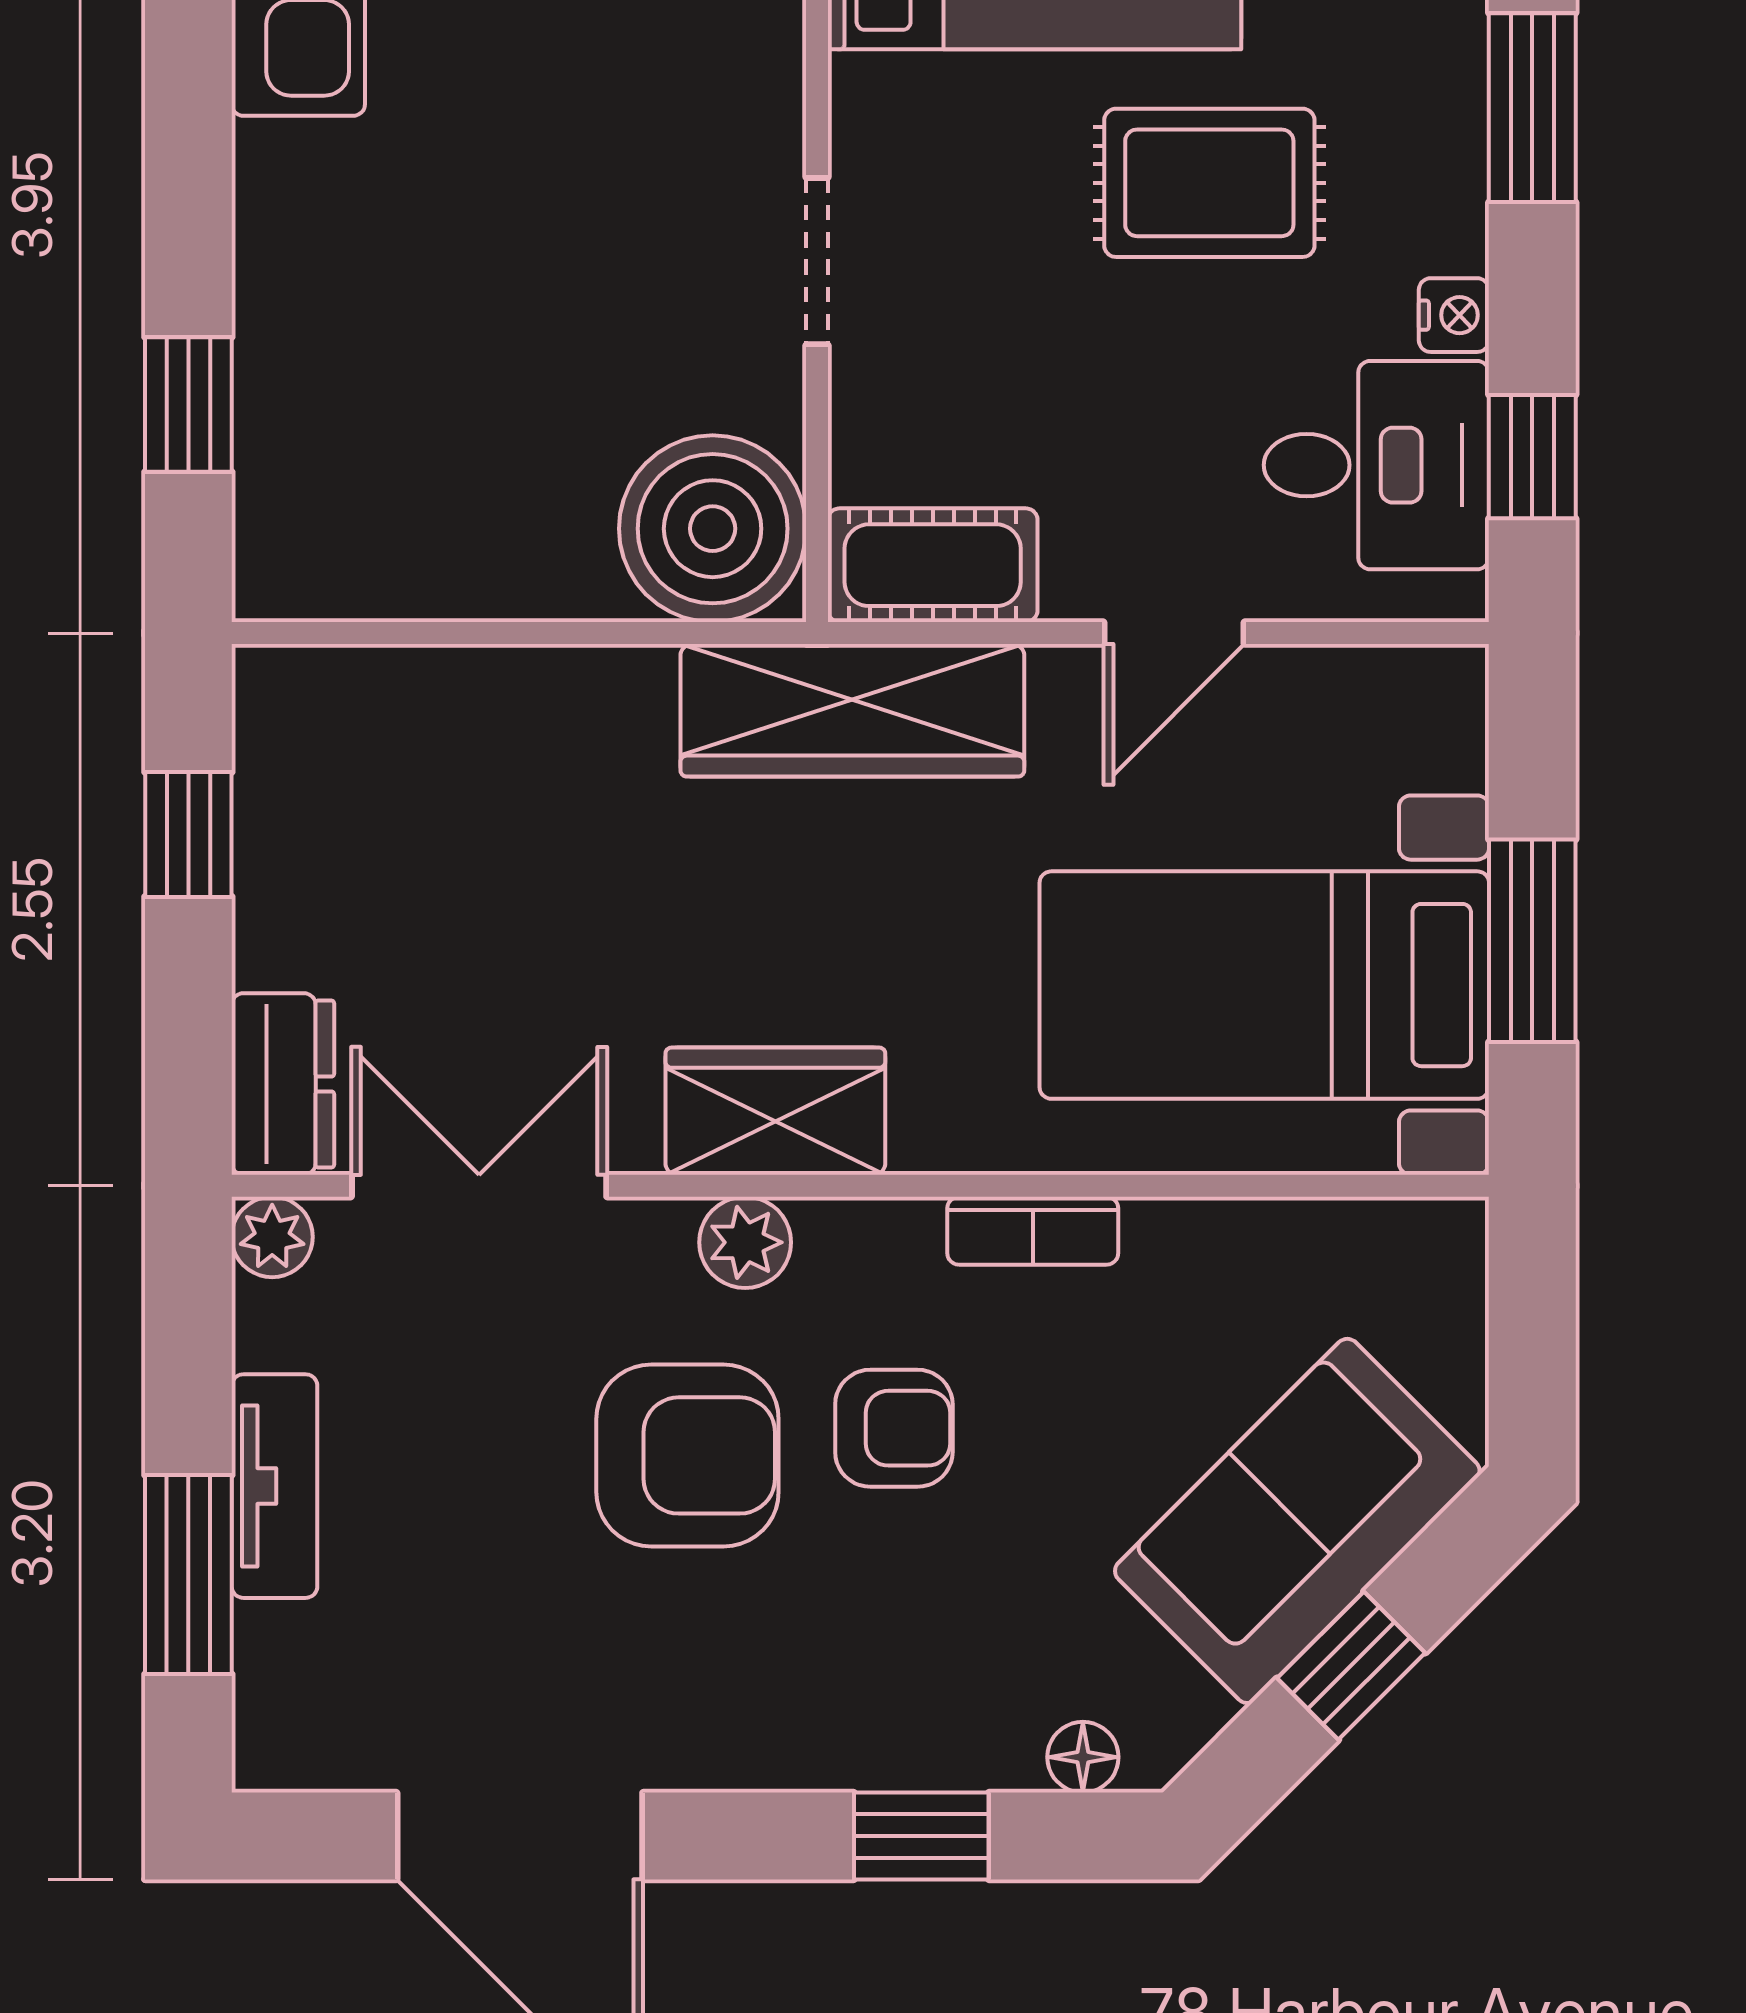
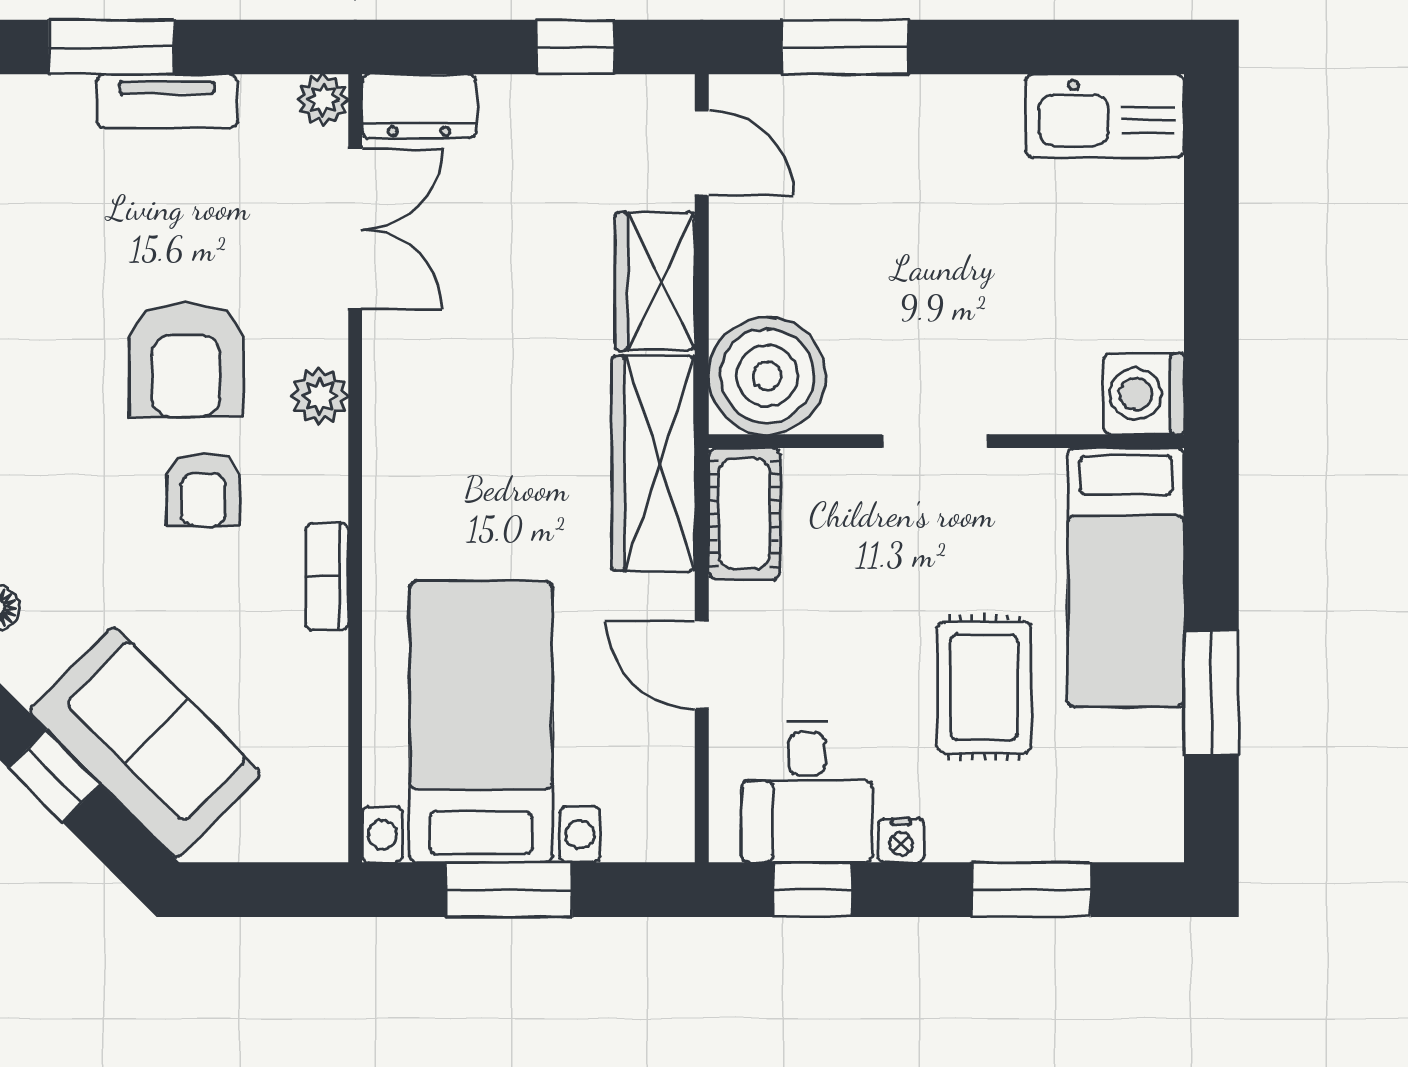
window: (188, 405) -> (845, 47), width x1.50
door: (357, 633) -> (702, 153), added
wardrobe: (775, 1111) -> (655, 281), moved, turned 180

